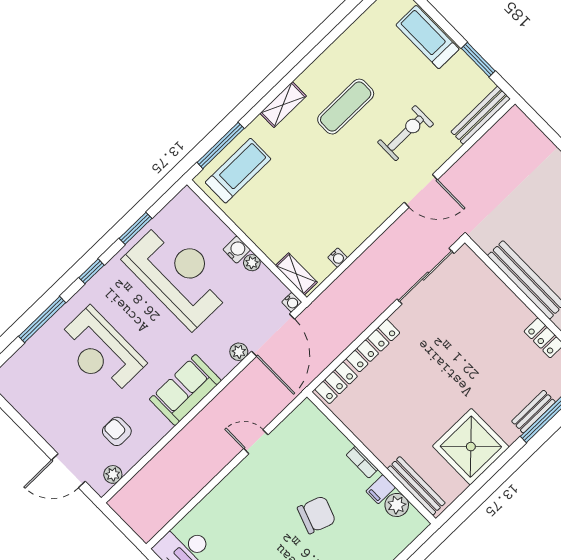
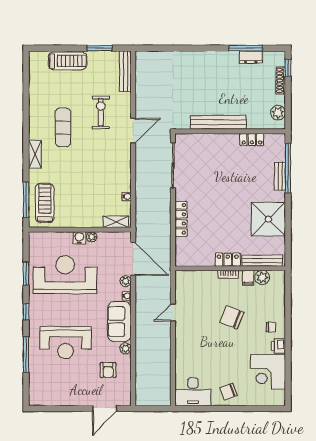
treadmill: (427, 37) -> (68, 61), turned 180
water cooler: (292, 302) -> (127, 296), moved
locker: (336, 383) -> (228, 260), moved, turned -90
armchair: (117, 431) -> (108, 370), turned -90
plant: (113, 474) -> (126, 348), moved
chair: (317, 515) -> (232, 317), turned -89

